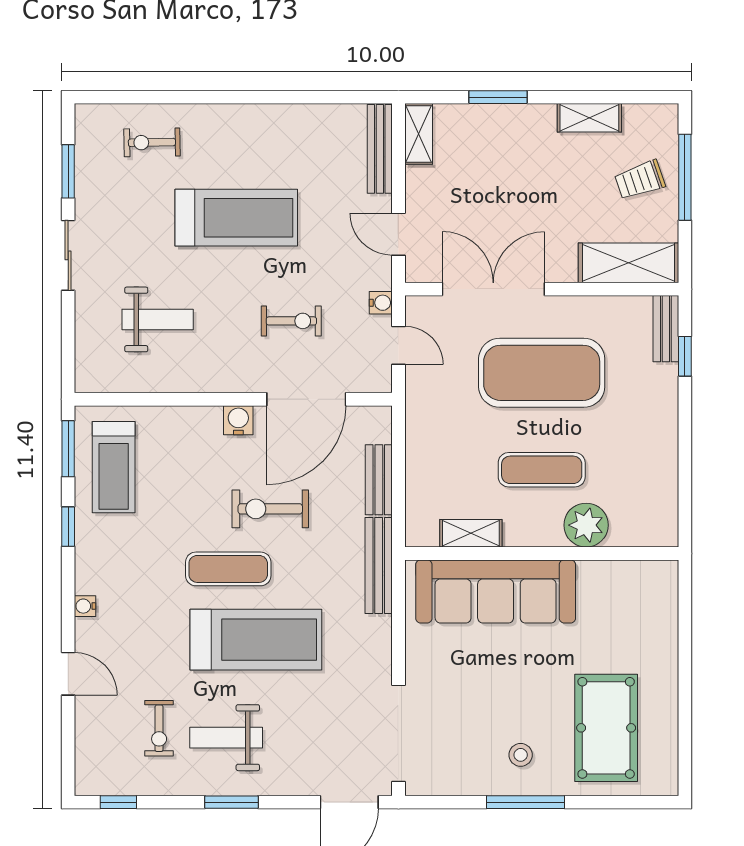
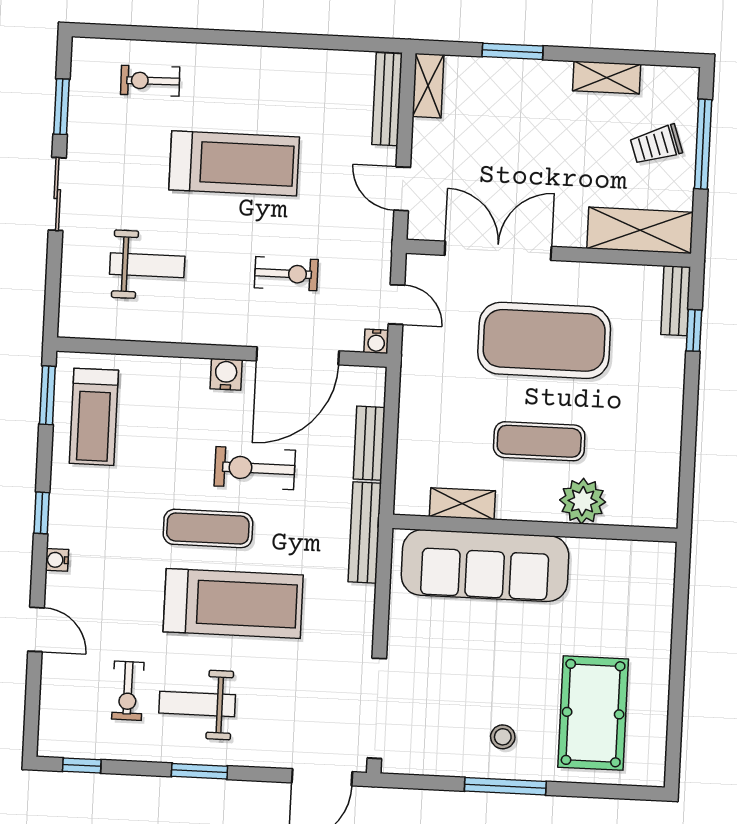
water cooler: (381, 303) -> (376, 341), moved, turned 90
window: (68, 527) -> (42, 513), moved

